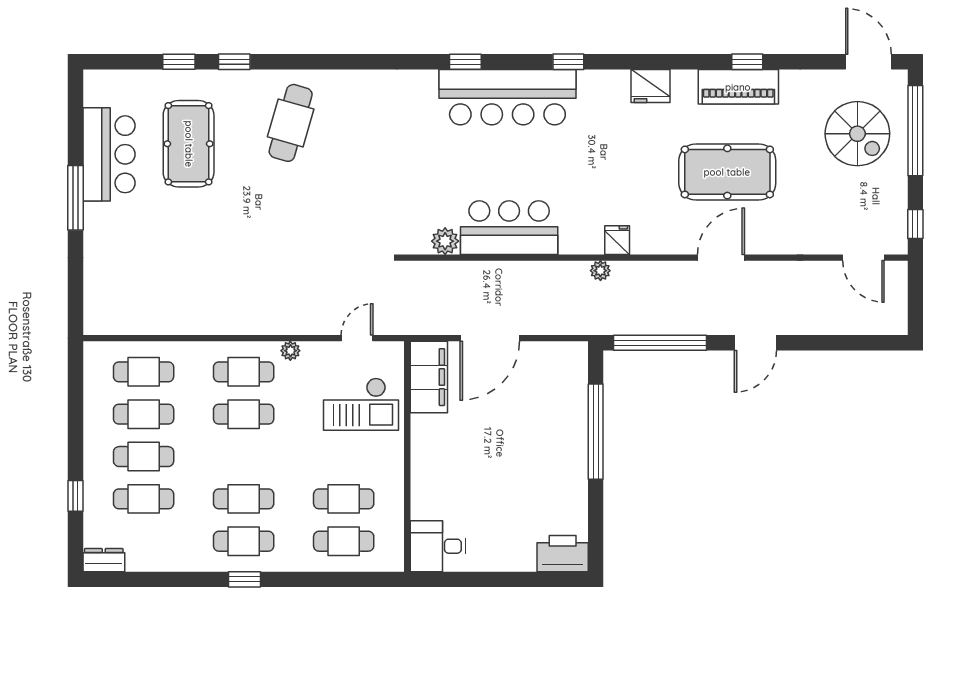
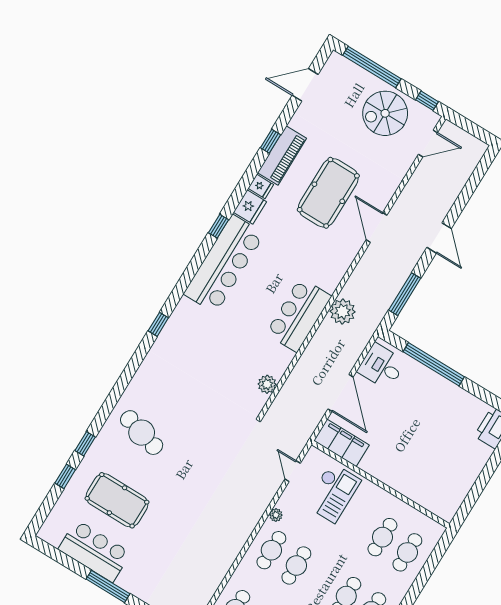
window: (465, 62) -> (158, 324), moved
window: (568, 62) -> (218, 226), moved
door: (868, 62) -> (305, 85), moved
bar counter: (507, 97) -> (224, 264), moved
spiral stairs: (857, 134) -> (385, 113), moved, turned 180
bar counter: (509, 228) -> (299, 315), moved
fridge: (617, 240) -> (261, 186), moved, turned 180
plant: (600, 271) -> (343, 312), width x1.87, depth x1.87
window: (660, 343) -> (405, 294), width x0.68
desk: (438, 546) -> (382, 366), moved, turned 90

